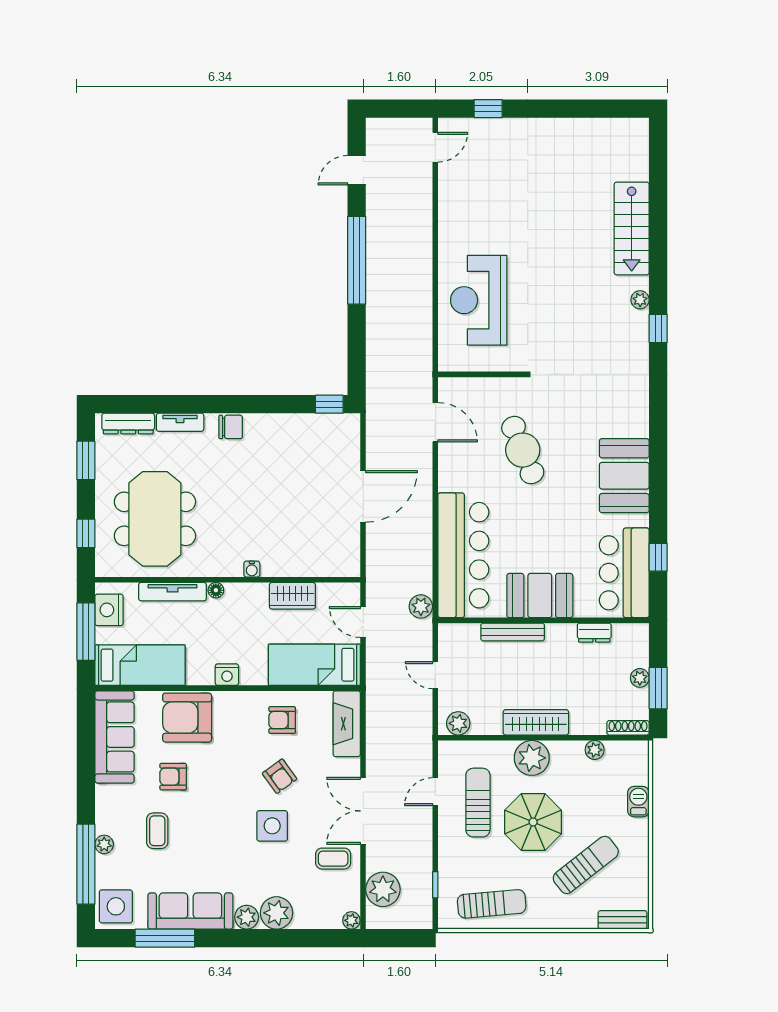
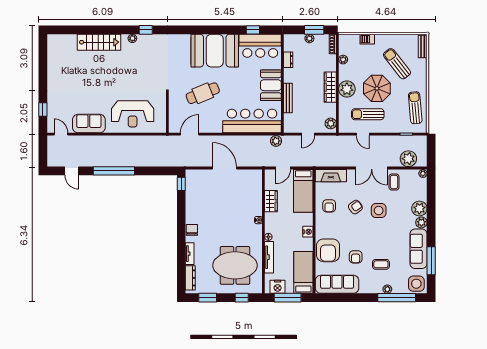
sofa: (458, 207) -> (89, 124), added
booth: (624, 476) -> (215, 51), width x1.36, depth x1.42

